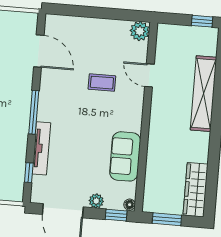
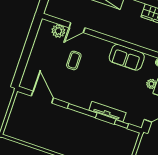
plant: (140, 31) -> (58, 31), moved
door: (39, 51) -> (42, 97), hinge flipped

